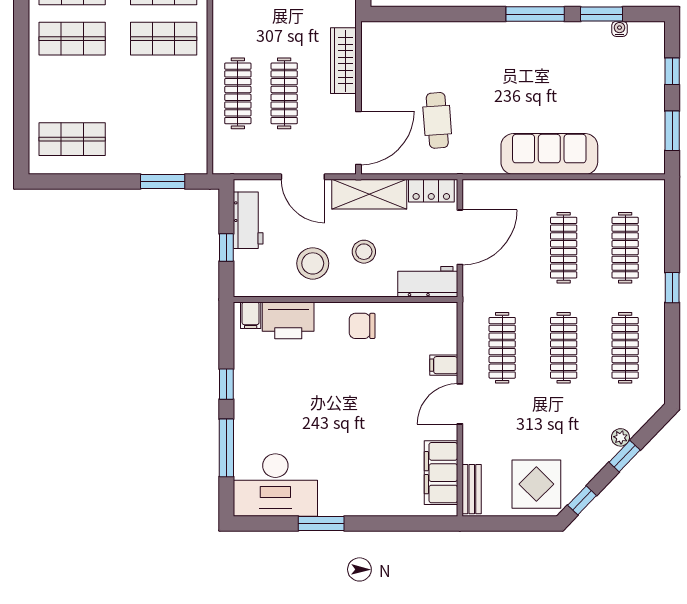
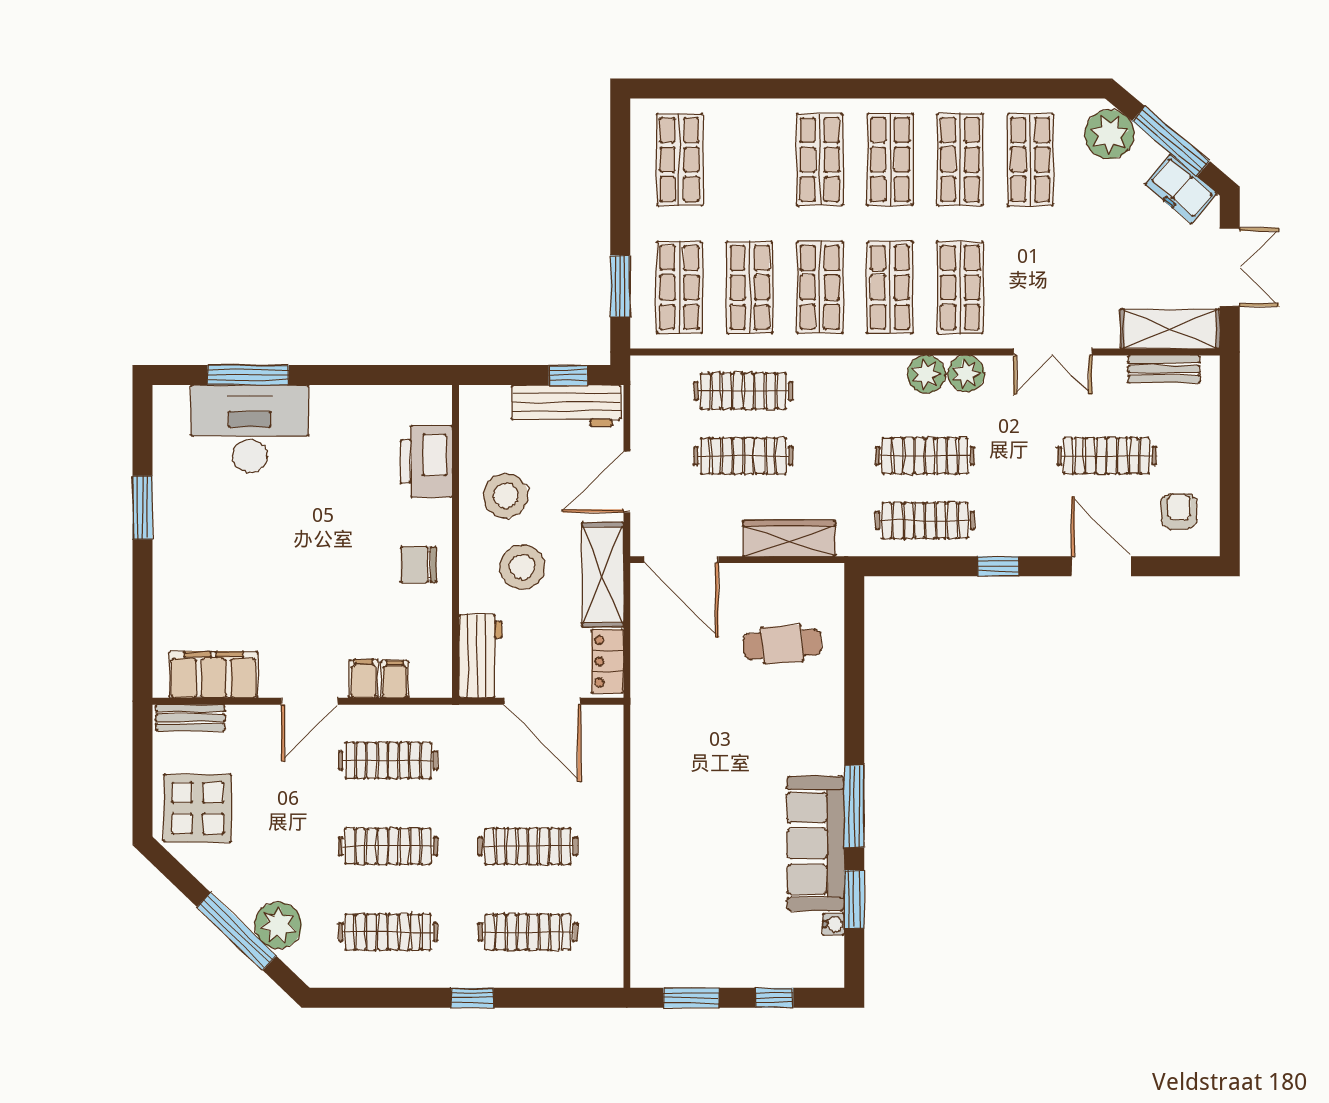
shop shelf: (164, 89) -> (750, 287), added
cafe table: (437, 120) -> (782, 644), moved
shop shelf: (164, 139) -> (679, 287), added
sofa: (549, 154) -> (816, 843), moved, turned 180
workbench: (248, 220) -> (566, 405), width x1.38
window: (226, 247) -> (568, 375), moved
stool: (364, 252) -> (522, 567), width x1.38, depth x1.38
filing cabinet: (251, 315) -> (395, 679), moved, turned 90
chair: (362, 326) -> (419, 565), turned -90
window: (226, 384) -> (337, 375), removed
door: (460, 404) -> (310, 701), swing flipped
plant: (620, 437) -> (278, 925), width x1.88, depth x1.88
window: (625, 456) -> (237, 931), width x2.17
desk: (275, 485) -> (250, 429), moved, turned 90
window: (582, 500) -> (175, 872), removed

